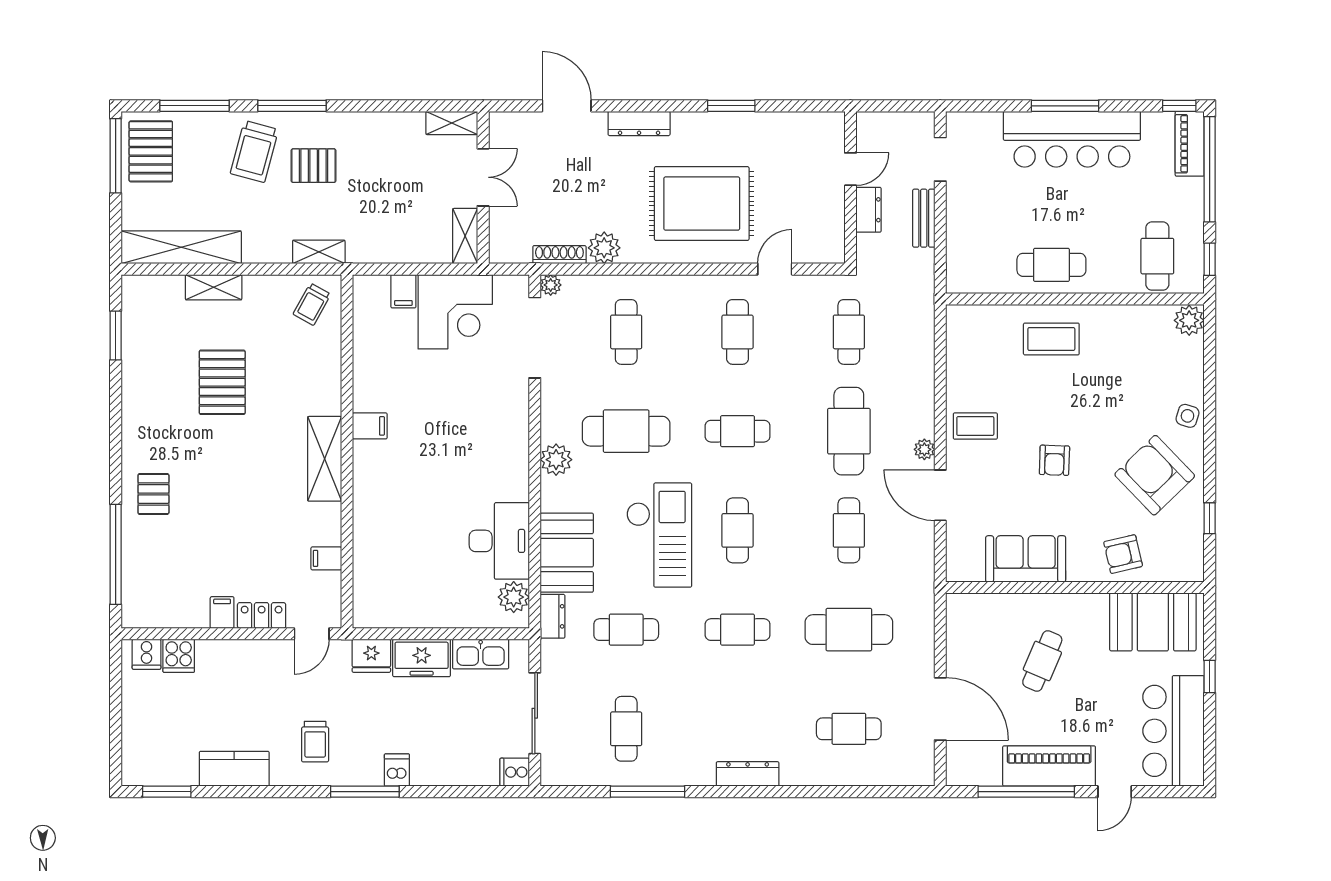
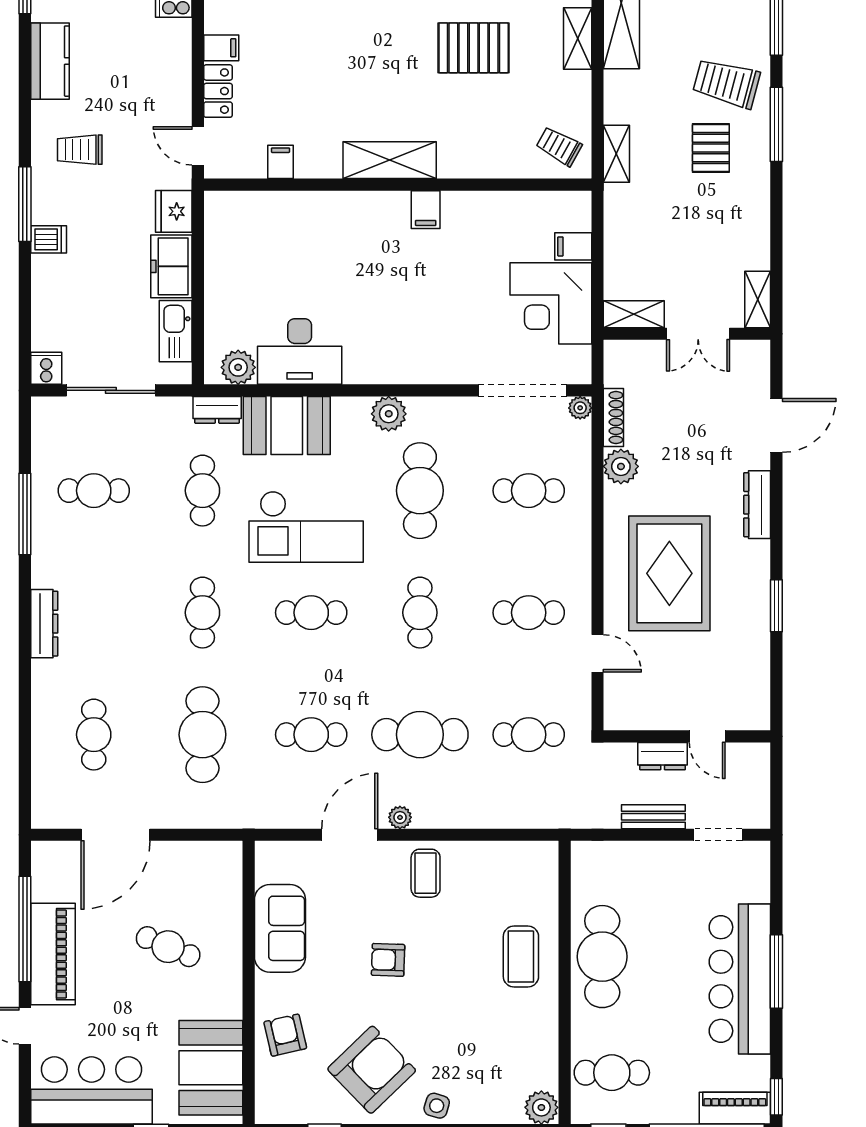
cafe table: (1051, 265) -> (602, 957), width x1.37, depth x1.35

